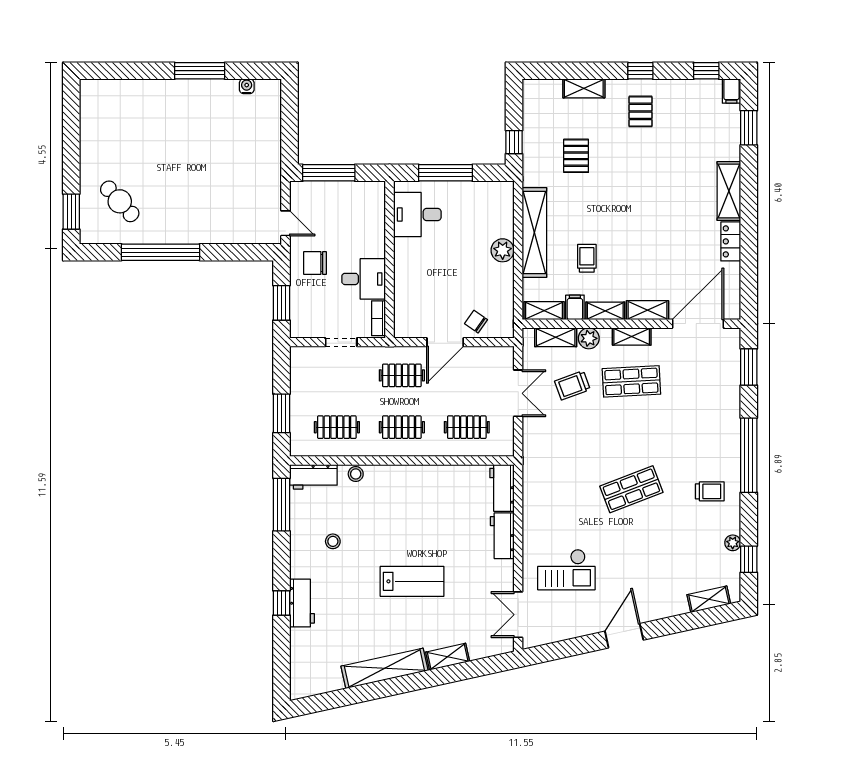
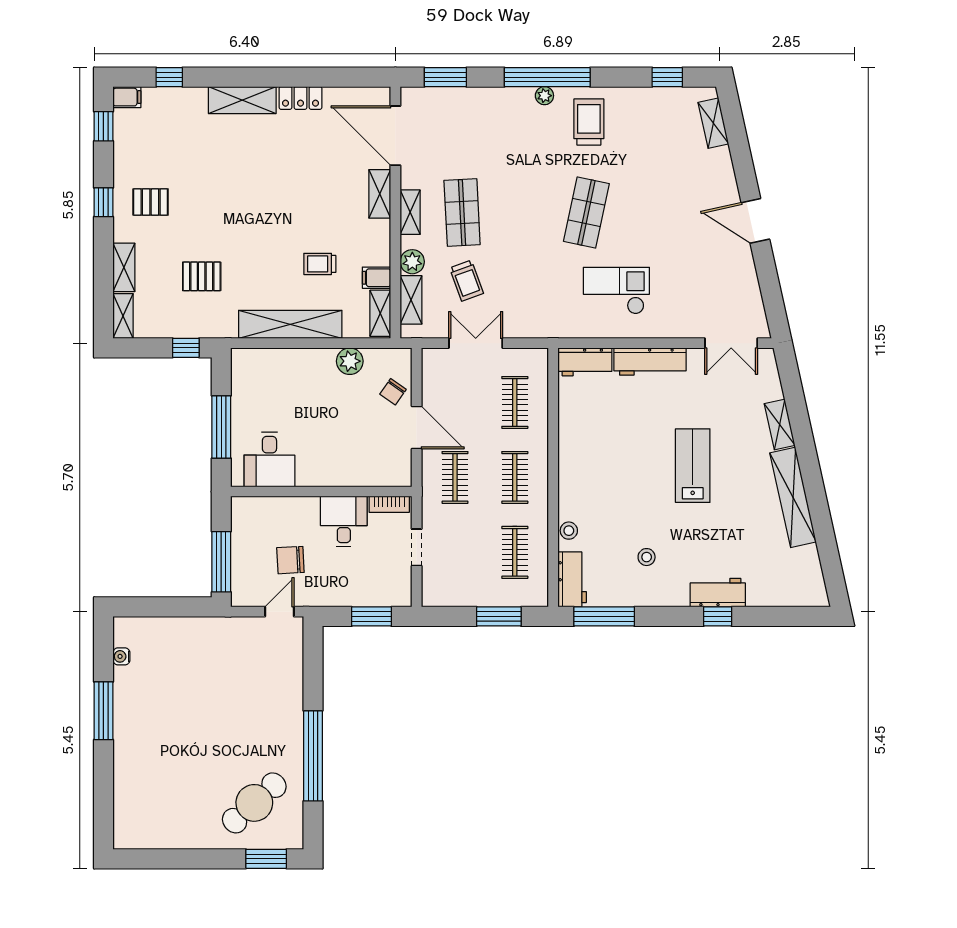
window: (749, 128) -> (169, 77), width x0.67
cafe table: (120, 201) -> (254, 803), width x1.37, depth x1.35
plant: (503, 250) -> (350, 361), moved
chair: (315, 263) -> (290, 560), moved, turned 87
shelving: (605, 311) -> (123, 316), moved
shop shelf: (631, 489) -> (586, 213), turned 33
trolley: (710, 491) -> (589, 122), width x1.36, depth x1.39
workbench: (502, 536) -> (650, 362), width x1.38
plant: (733, 543) -> (544, 96), moved
checkout: (566, 570) -> (616, 291), moved, turned -90

